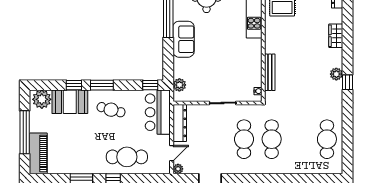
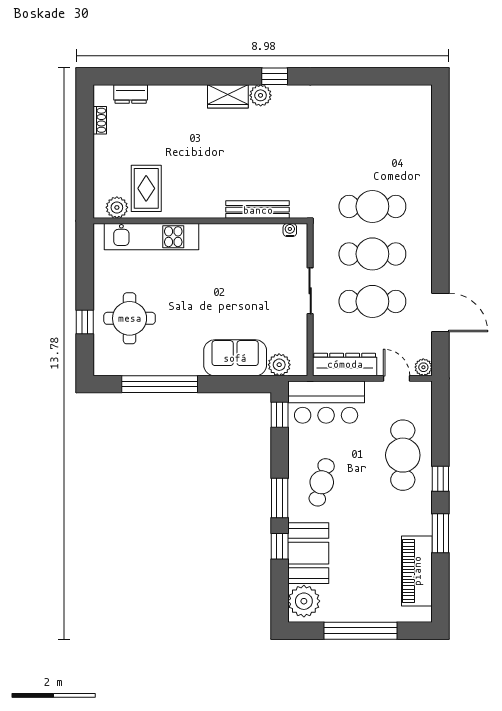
wardrobe: (336, 36) -> (228, 96), moved
sofa: (184, 39) -> (235, 358), moved
cafe table: (327, 139) -> (372, 301), moved
piano: (38, 153) -> (417, 571), moved, turned -90

